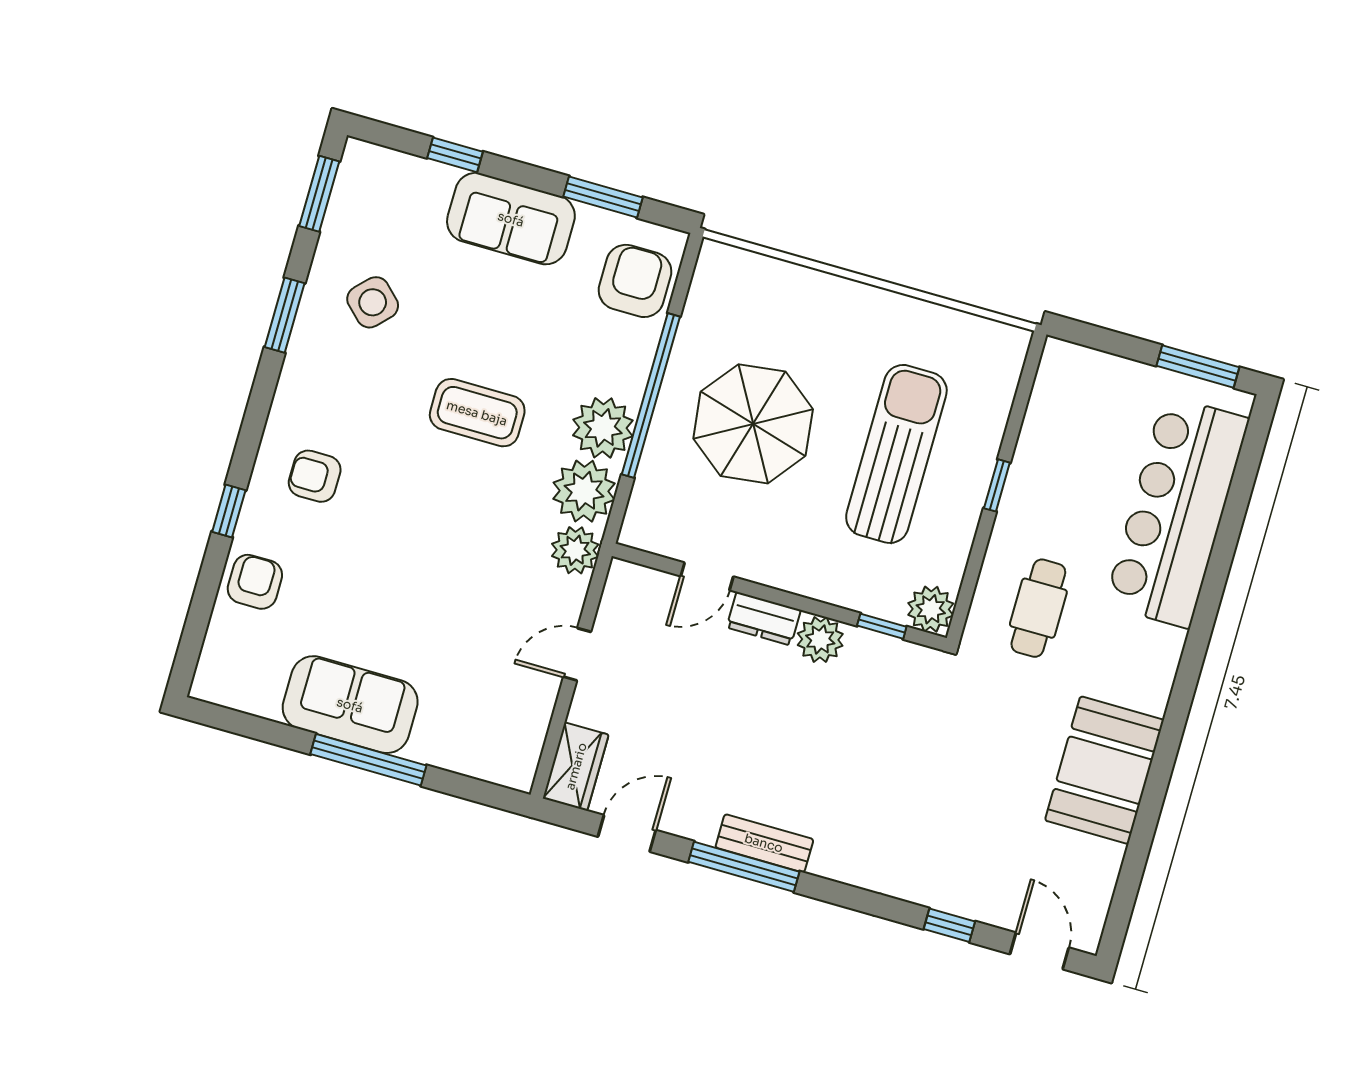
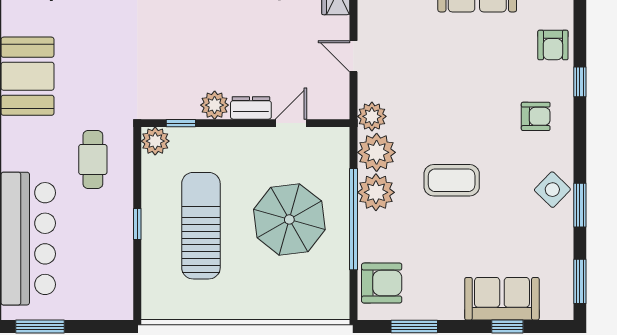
sofa: (511, 219) -> (502, 299), moved
armchair: (635, 281) -> (382, 283), turned -90
side table: (373, 302) -> (552, 190), moved
sun lounger: (896, 454) -> (201, 226), turned 180
door: (577, 654) -> (353, 56), swing flipped

